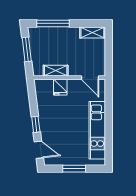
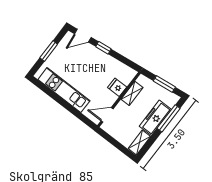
freezer: (61, 35) -> (155, 118), added

